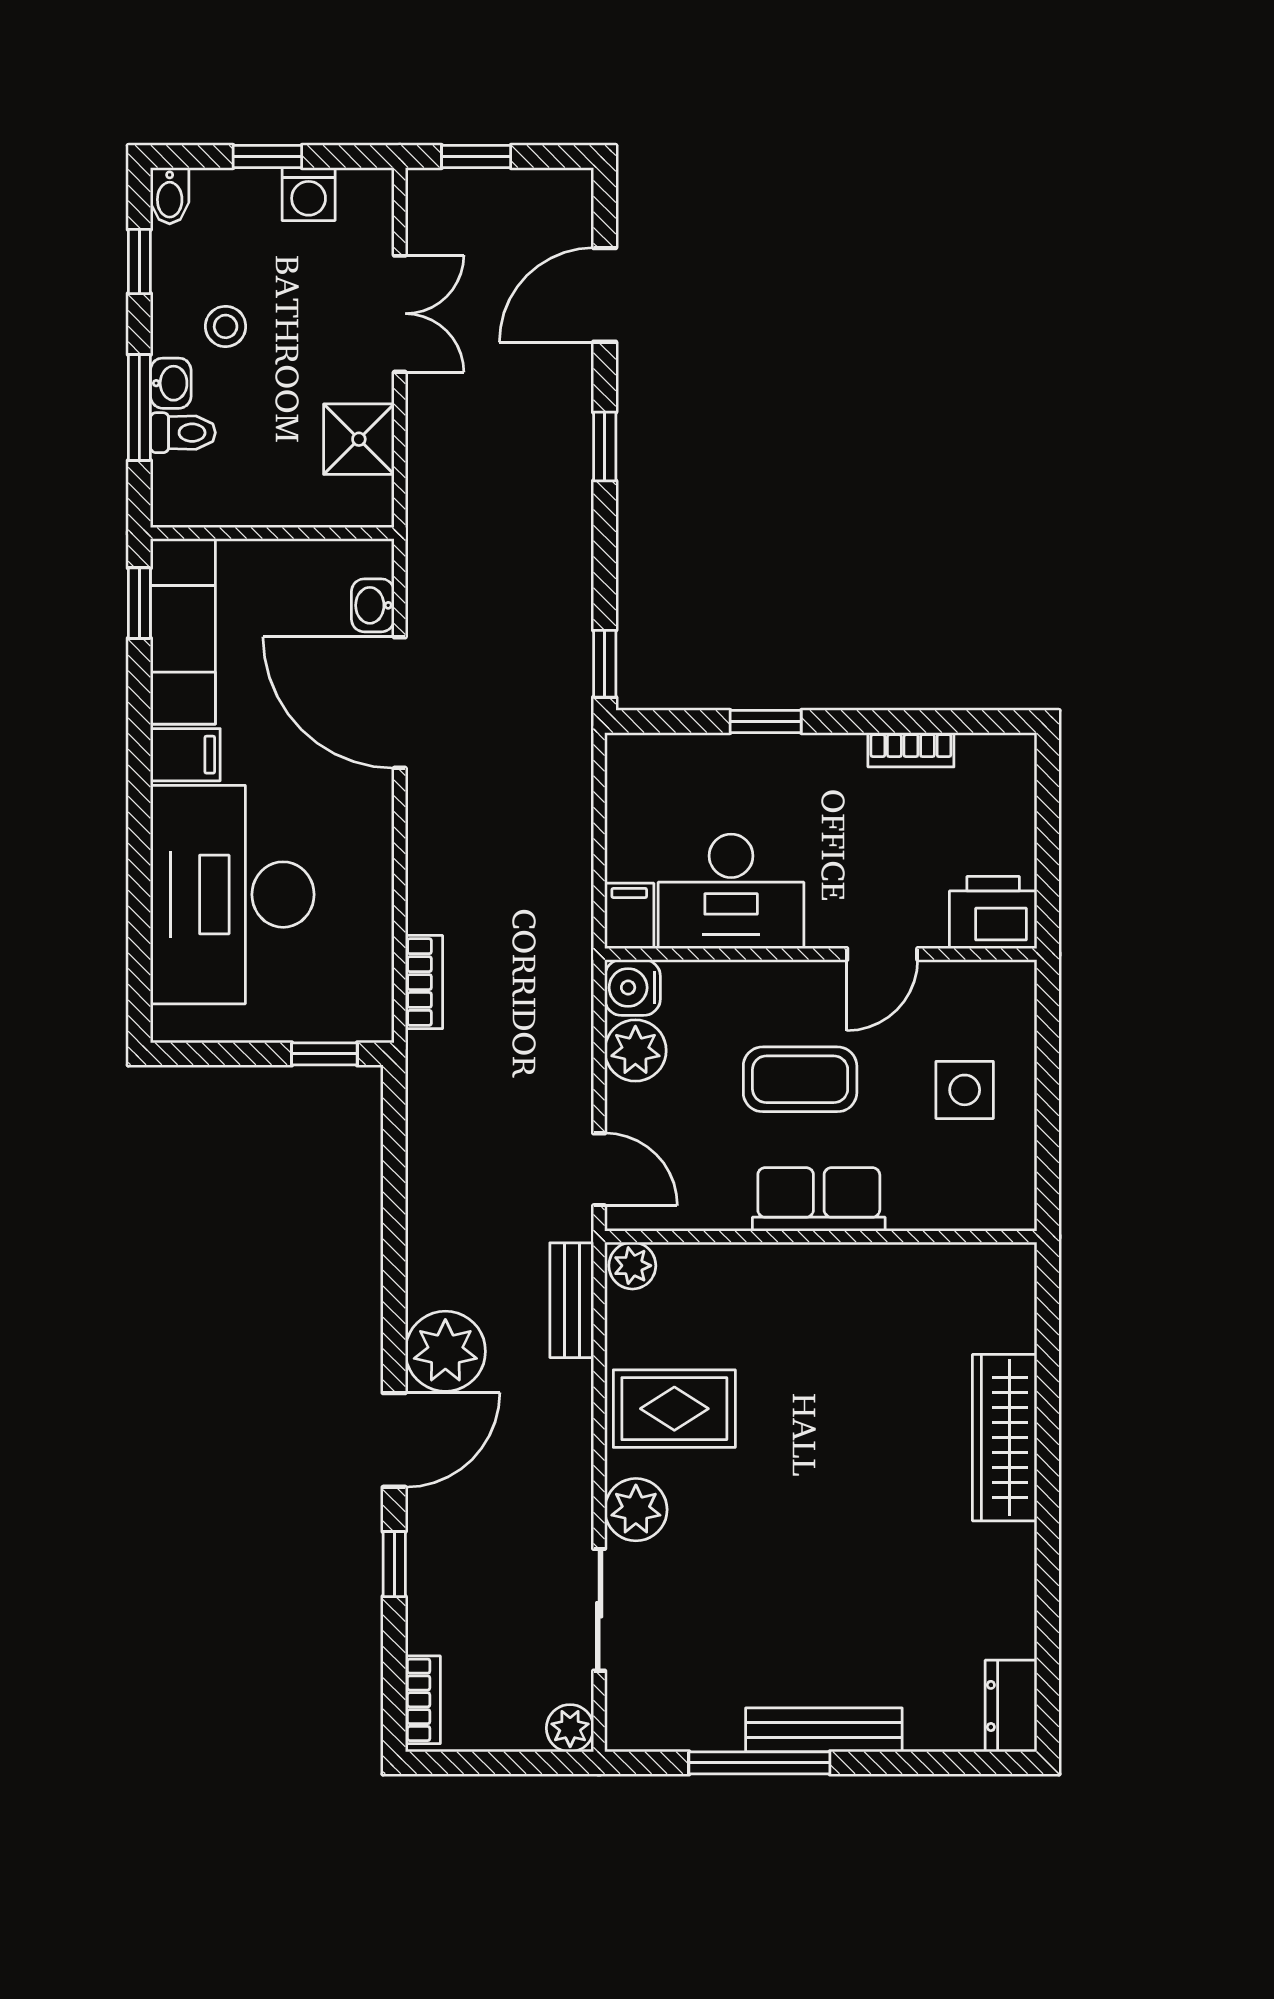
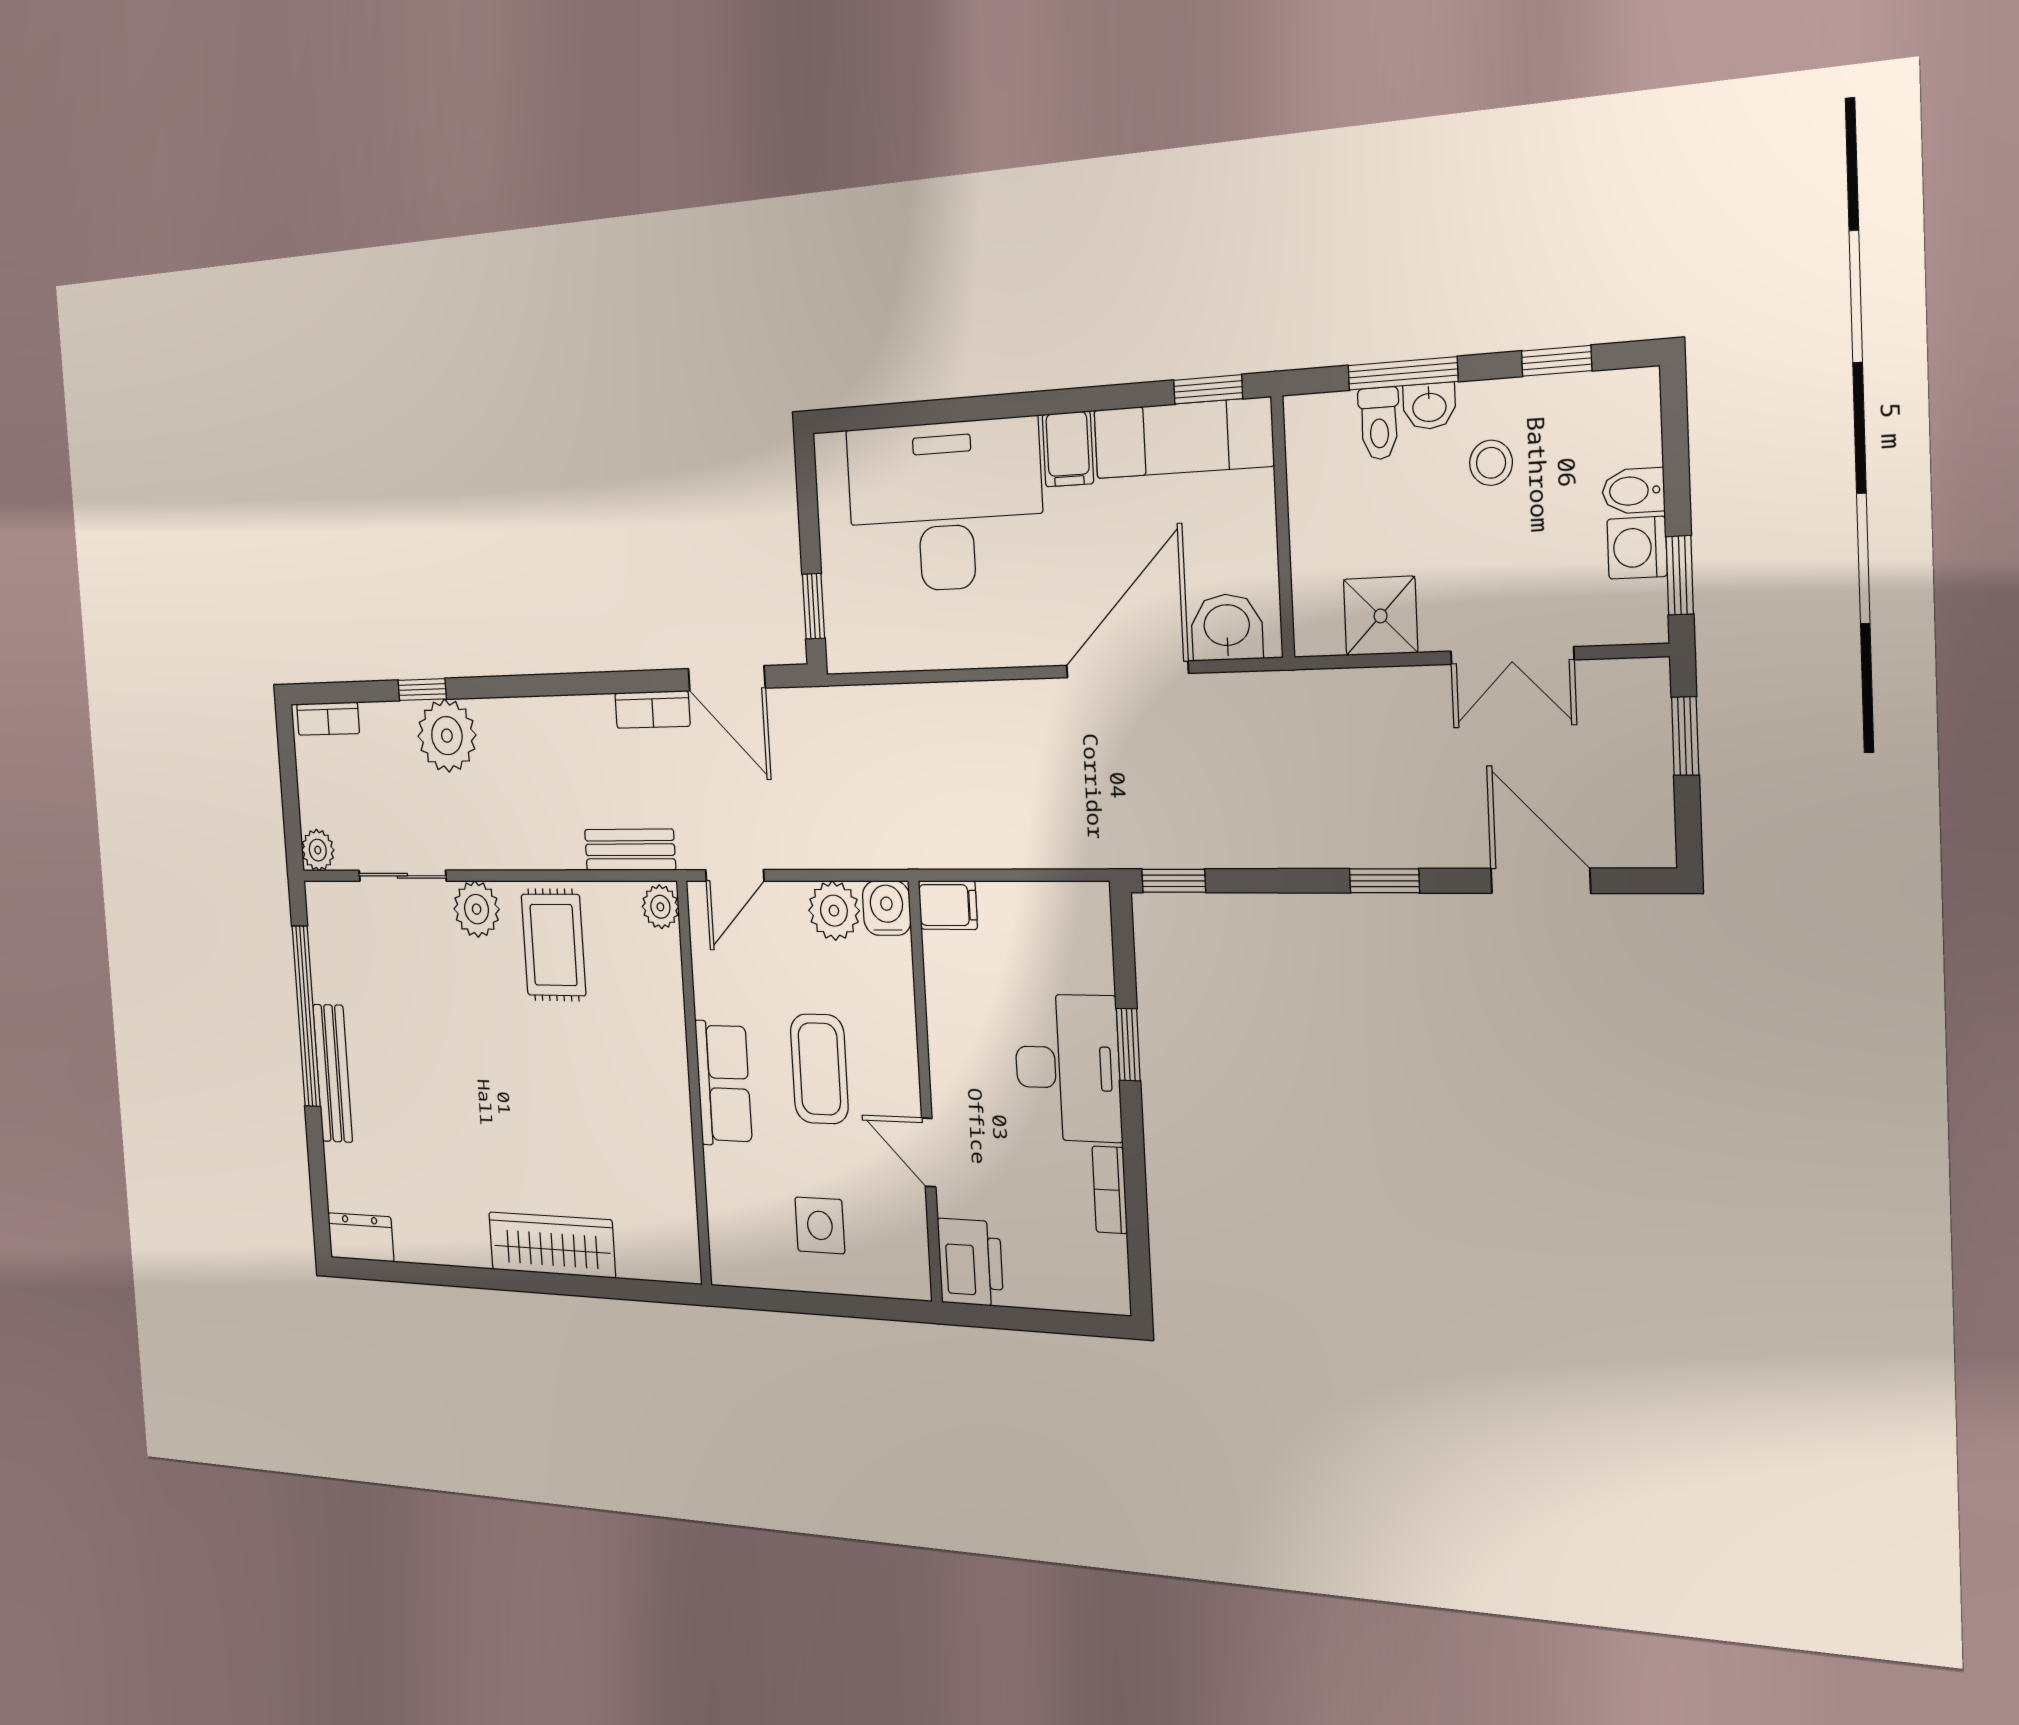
window: (267, 156) -> (1680, 575), moved
bidet: (170, 196) -> (1633, 491), moved
washbasin: (373, 605) -> (1227, 627), width x1.38, depth x1.45
desk: (731, 891) -> (1068, 1068), moved, turned 180
bookcase: (424, 982) -> (652, 709), moved
plant: (445, 1351) -> (447, 736), moved
door: (394, 1440) -> (727, 678), moved
window: (759, 1763) -> (306, 1016), width x1.46

